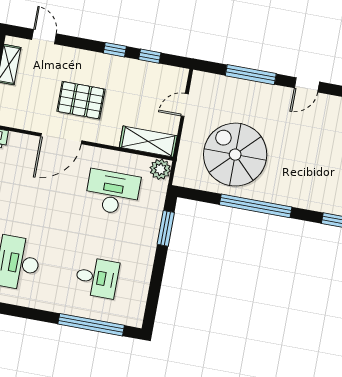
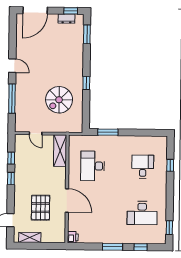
pallet: (81, 100) -> (41, 208), moved
spiral stairs: (235, 155) -> (59, 100), width x0.73, depth x0.73
plant: (160, 169) -> (75, 141), removed
window: (256, 206) -> (86, 83), width x0.32
window: (91, 325) -> (170, 165), width x0.32

